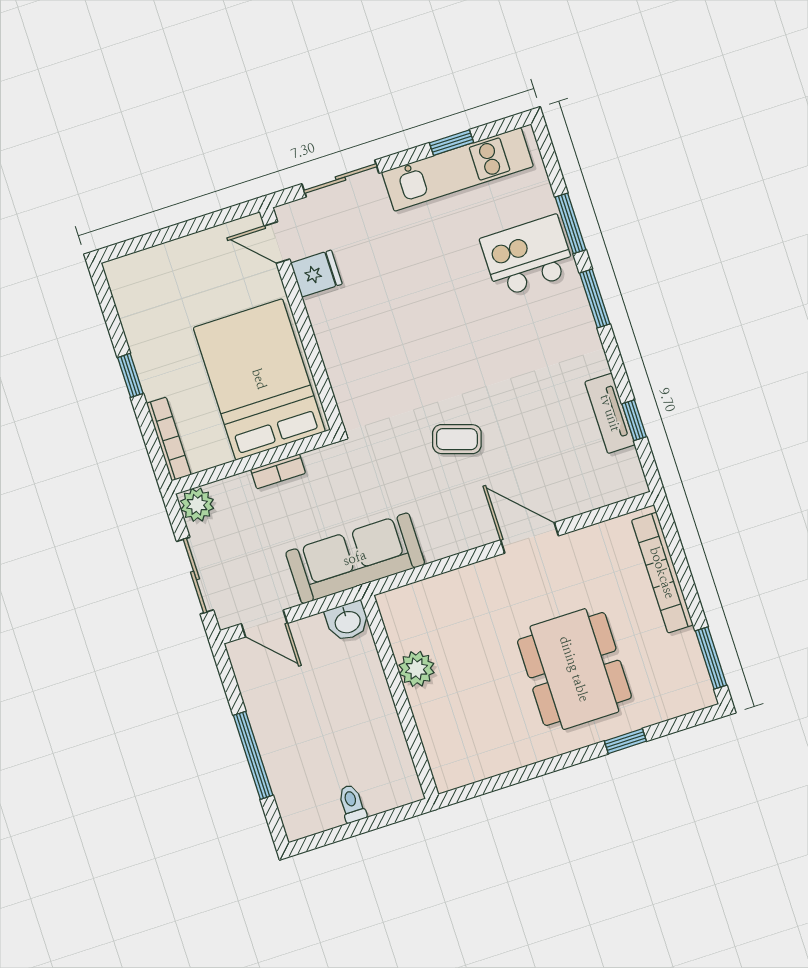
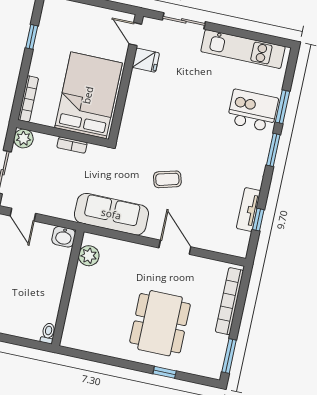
window: (451, 143) -> (247, 35), removed
window: (130, 375) -> (32, 37), moved
coffee table: (457, 439) -> (167, 179), turned -33
sofa: (355, 558) -> (111, 214), moved
plant: (417, 669) -> (89, 256), moved
toilet: (352, 804) -> (48, 333), moved

